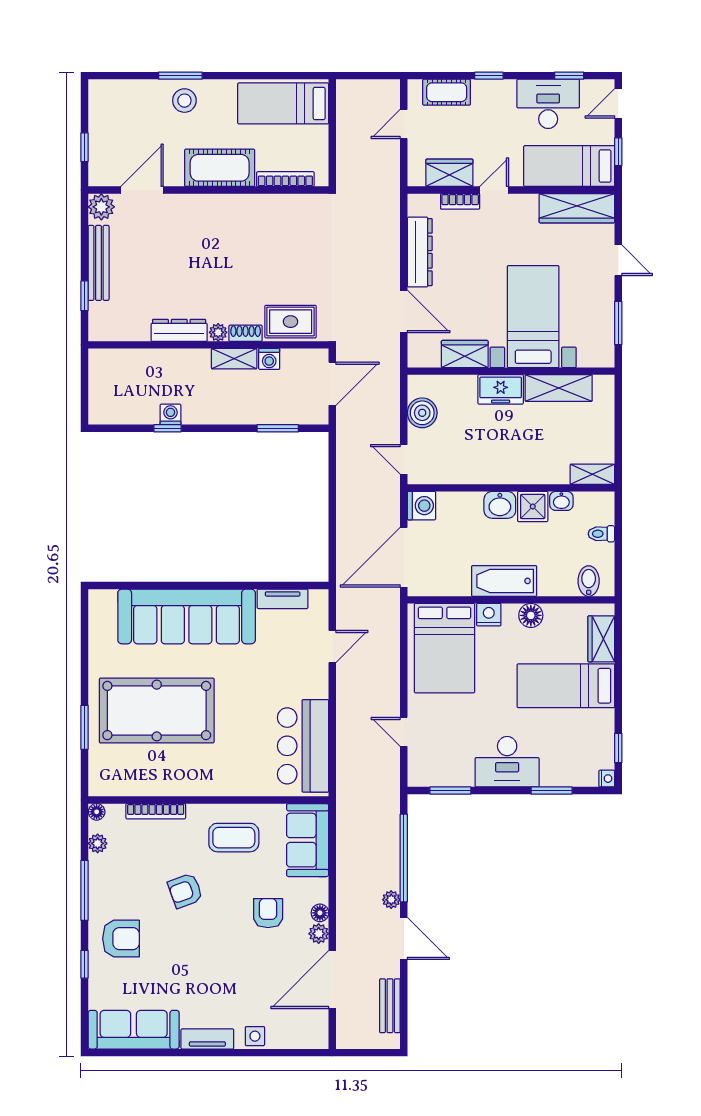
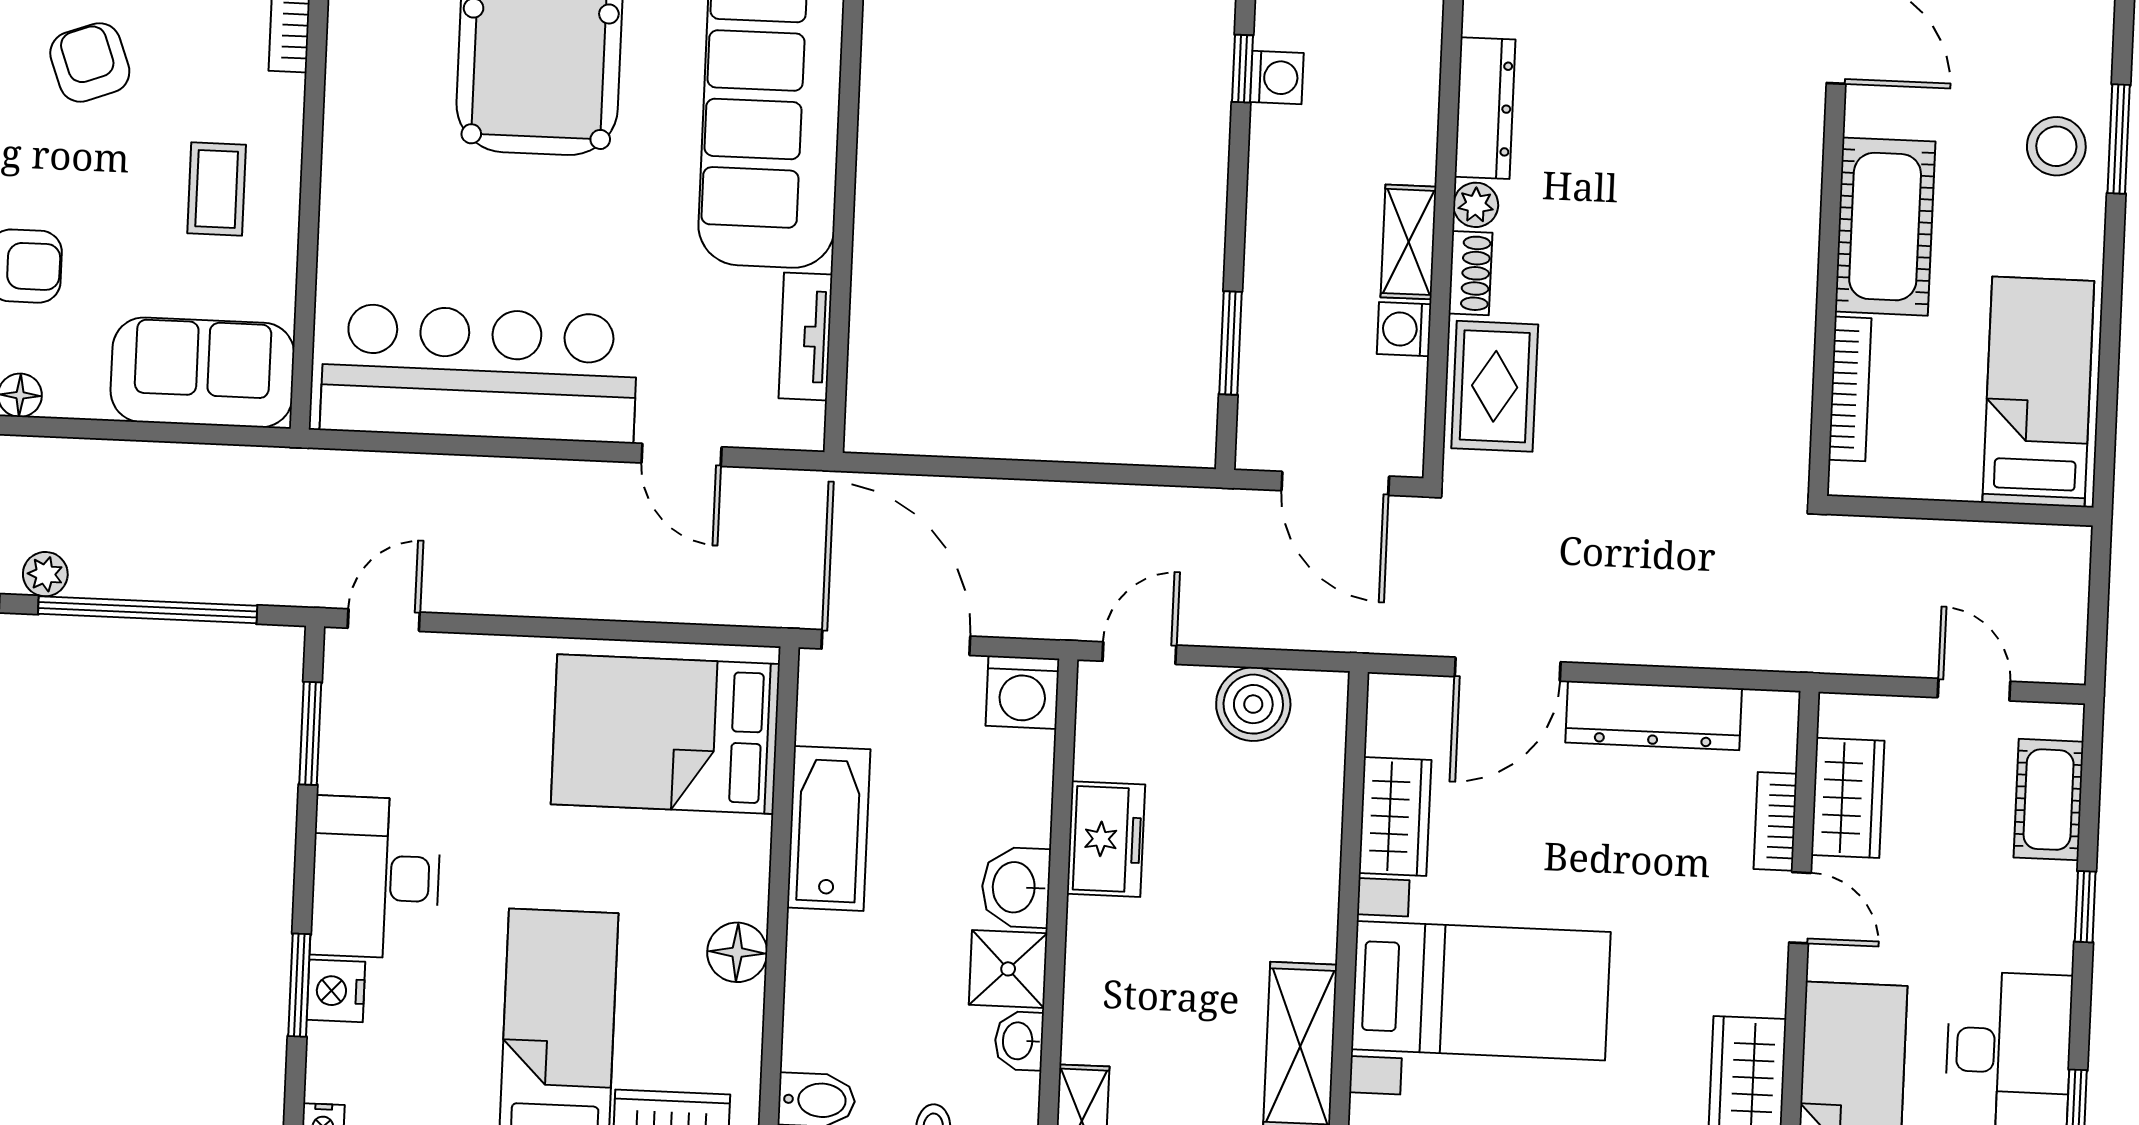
freezer: (501, 389) -> (1106, 839), moved, turned 180
bathtub: (504, 581) -> (829, 828), moved
nightstand: (489, 615) -> (336, 991), moved, turned 180
door: (404, 732) -> (384, 620), moved
bar counter: (303, 746) -> (479, 373), width x1.36
coffee table: (234, 838) -> (217, 189), width x0.73, depth x0.77

